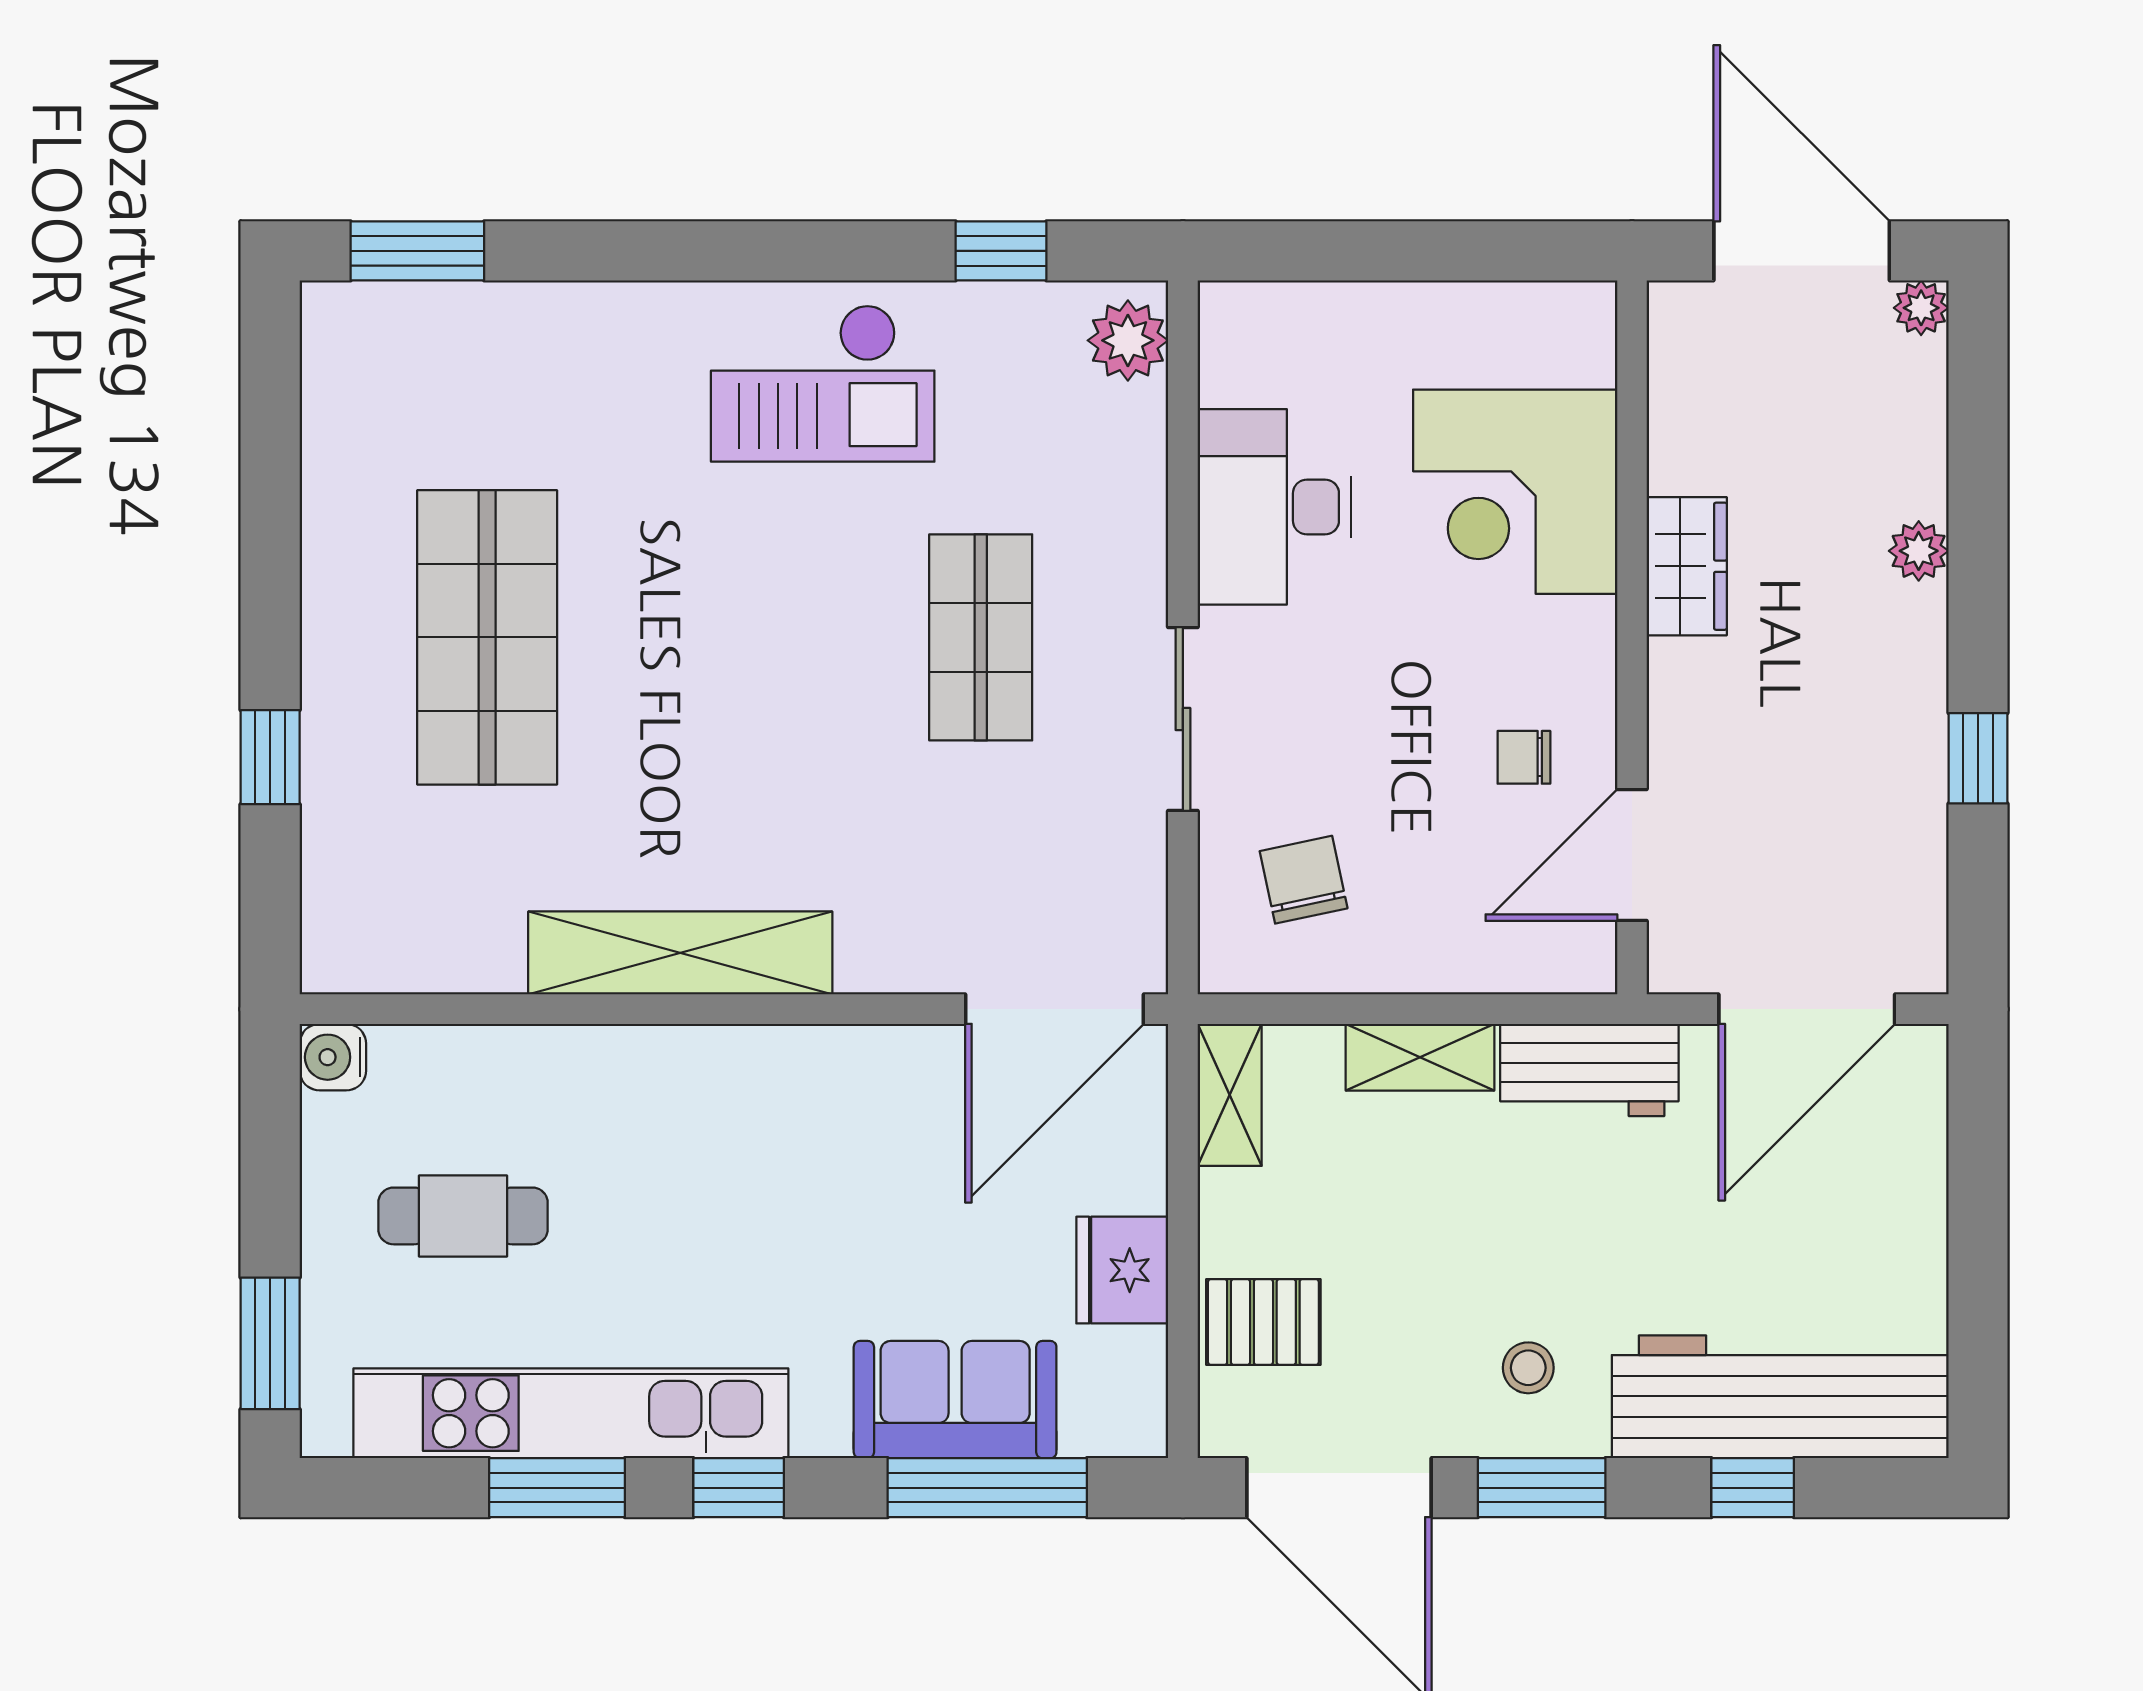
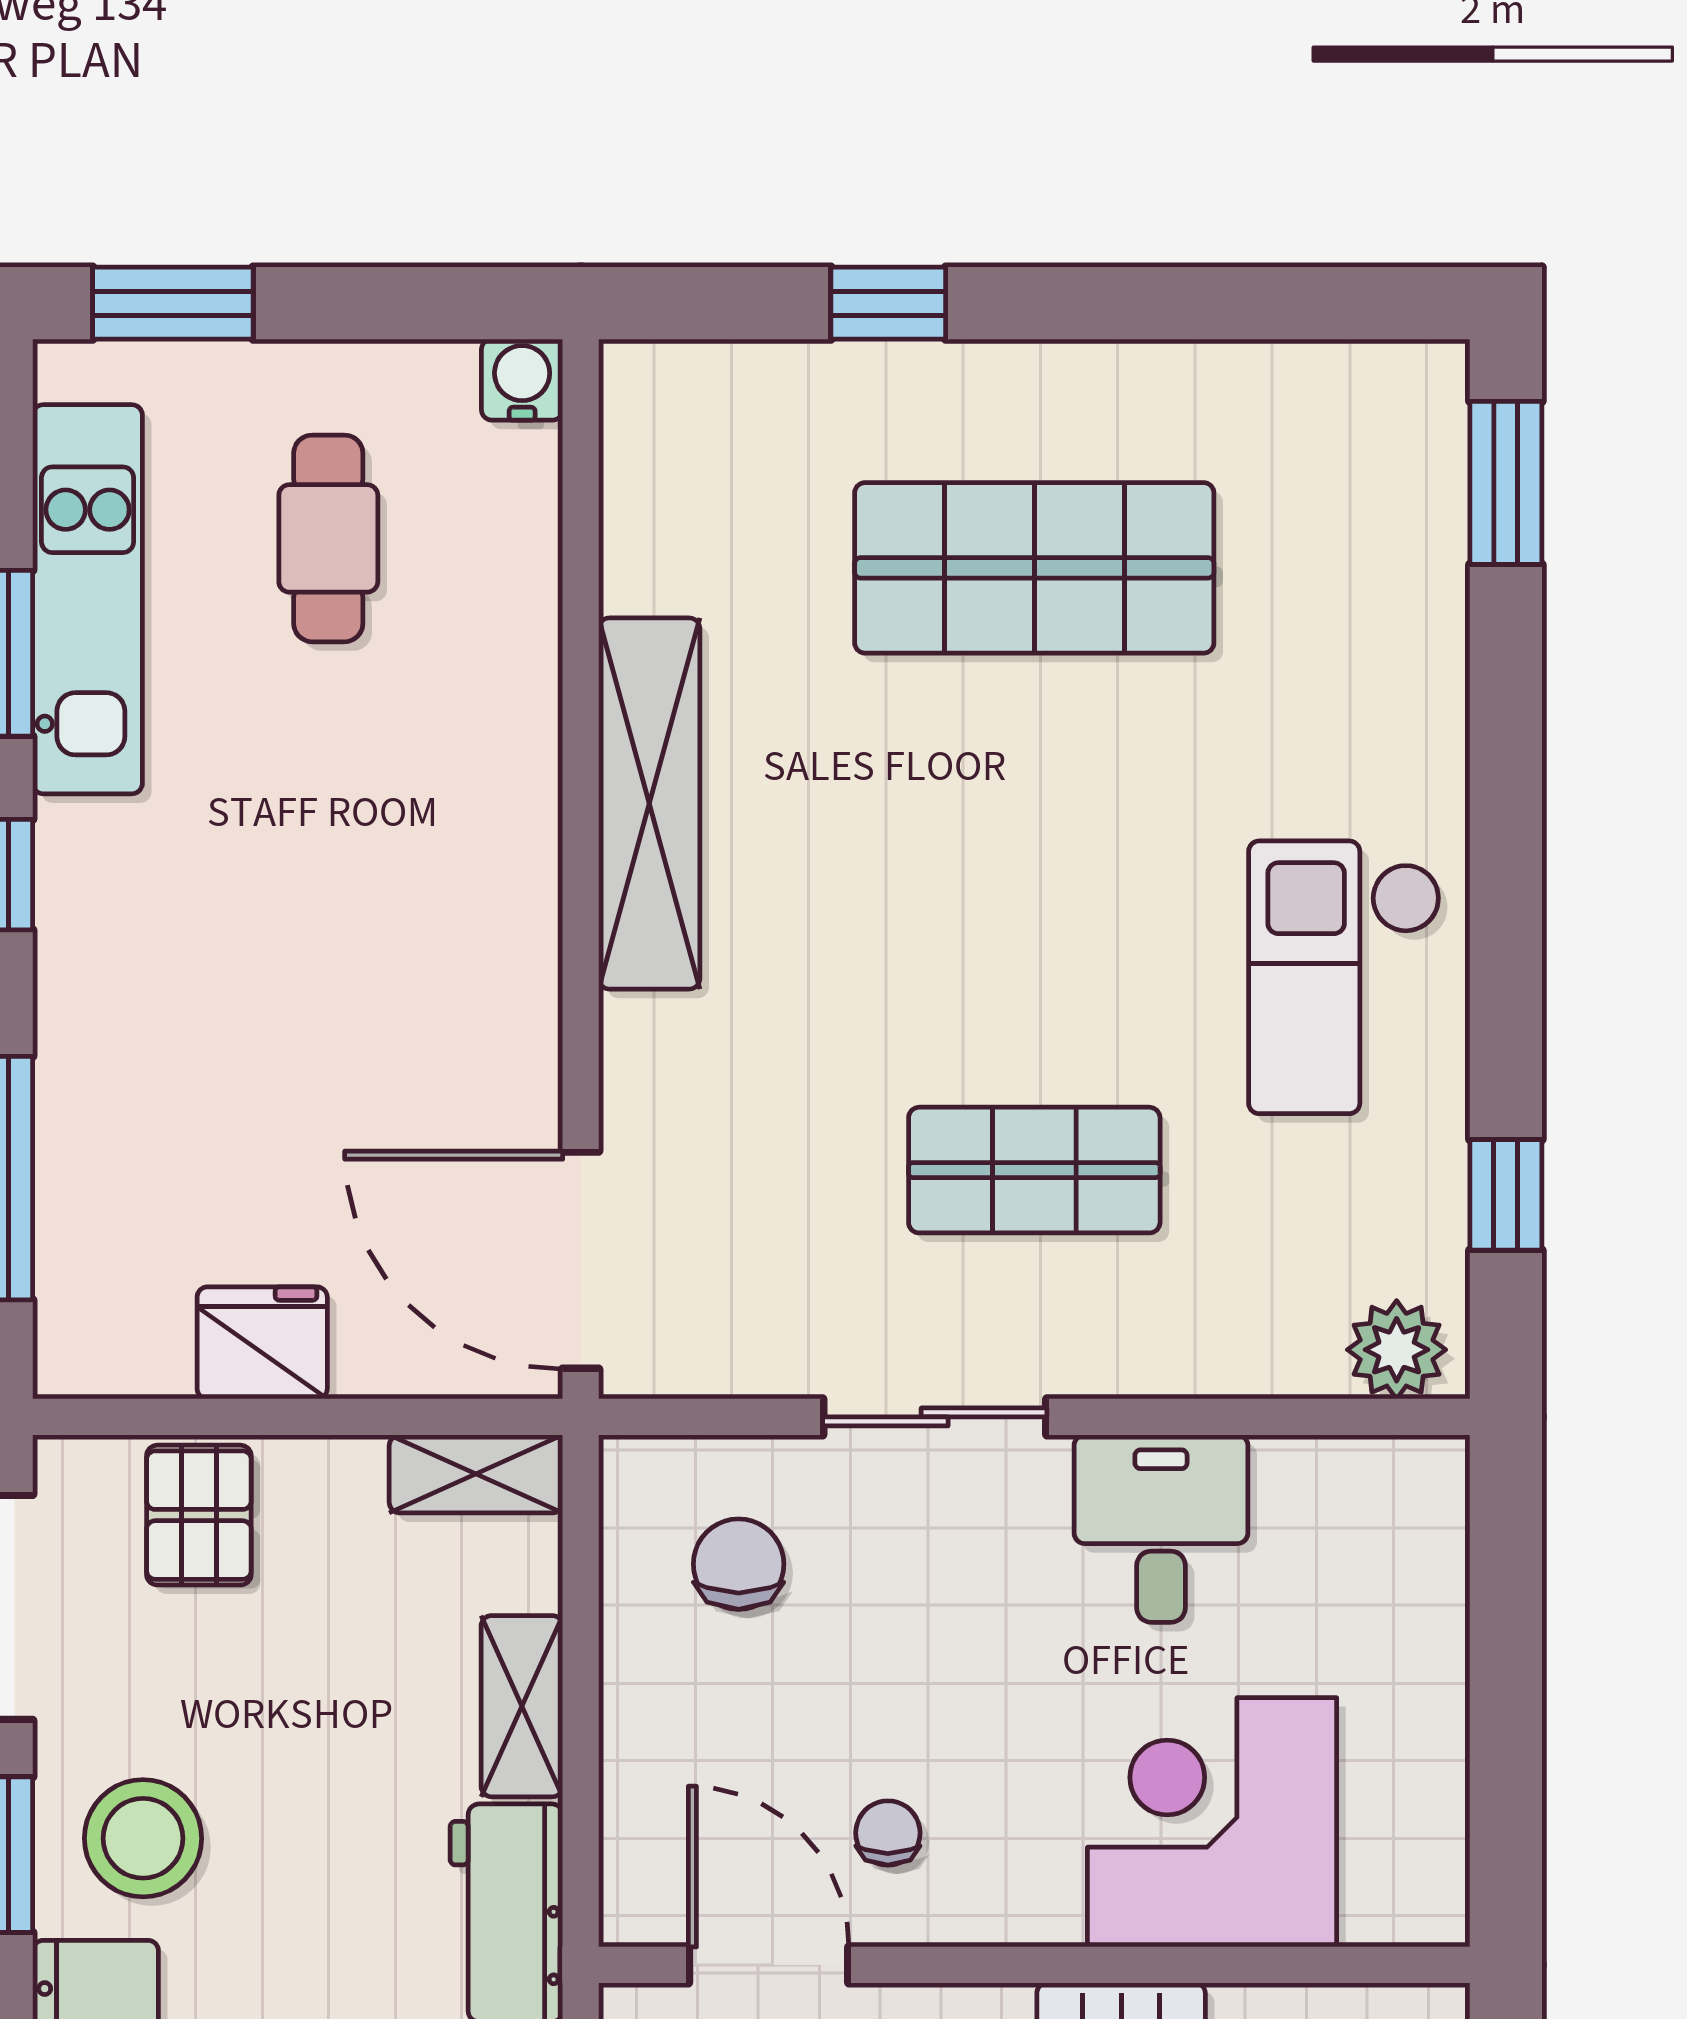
desk: (1274, 507) -> (1161, 1529), width x0.73
chair: (1304, 880) -> (739, 1564), turned -78
stool: (1528, 1368) -> (143, 1838), width x1.89, depth x1.89
sofa: (955, 1400) -> (104, 1139), removed
kitchen unit: (571, 1413) -> (88, 599), width x0.73

